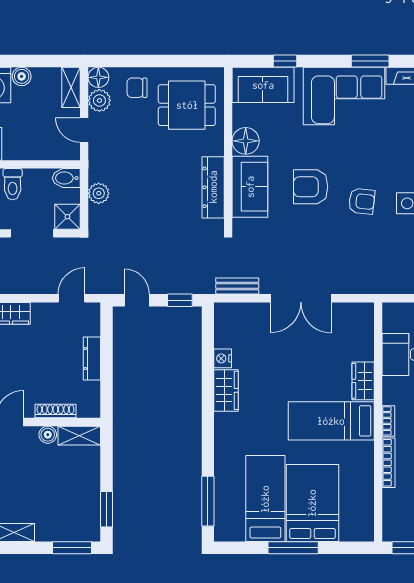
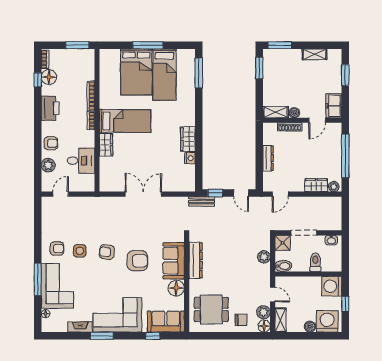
bench: (237, 286) -> (202, 201), moved

